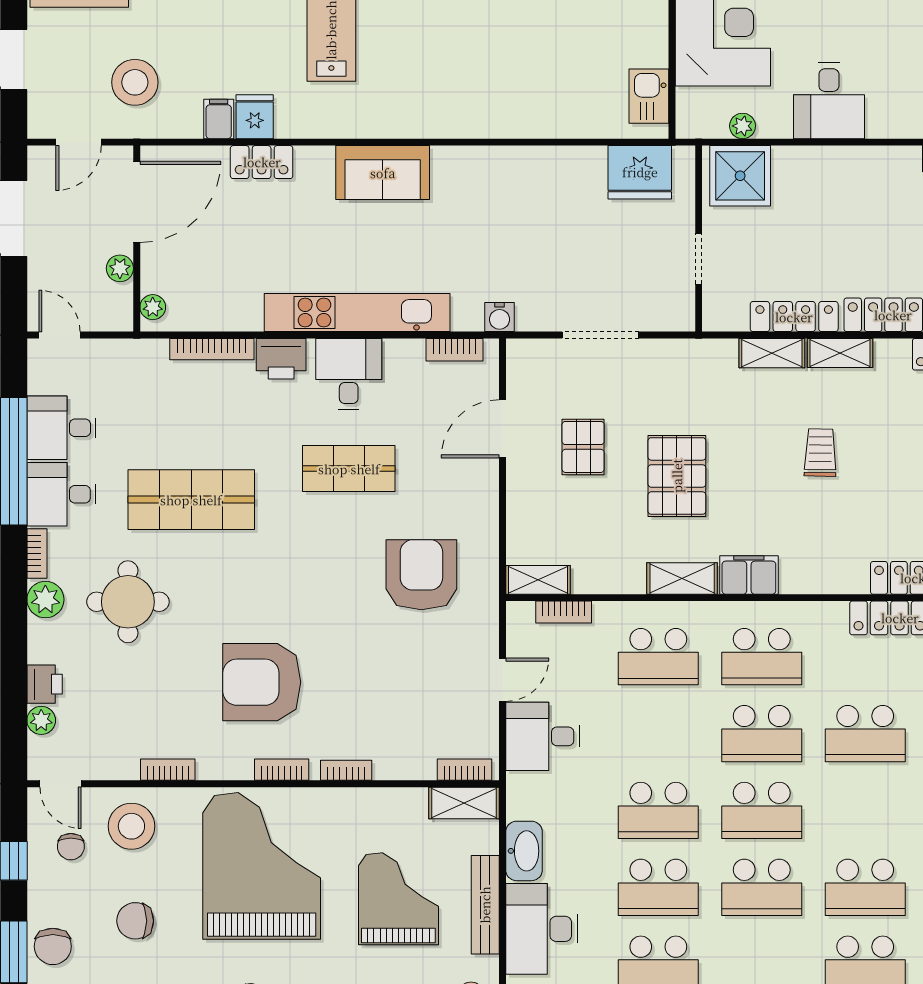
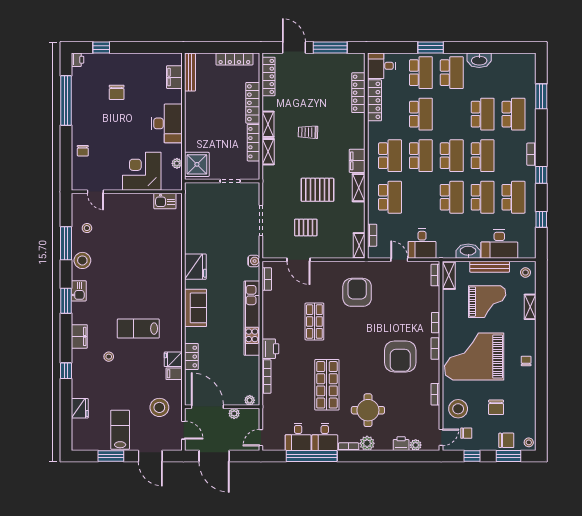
desk: (829, 101) -> (167, 123), width x1.37
fridge: (640, 172) -> (195, 267), moved
desk: (349, 374) -> (276, 322), removed
armchair: (421, 575) -> (357, 292), turned 90
grand piano: (398, 899) -> (487, 302), turned 180

